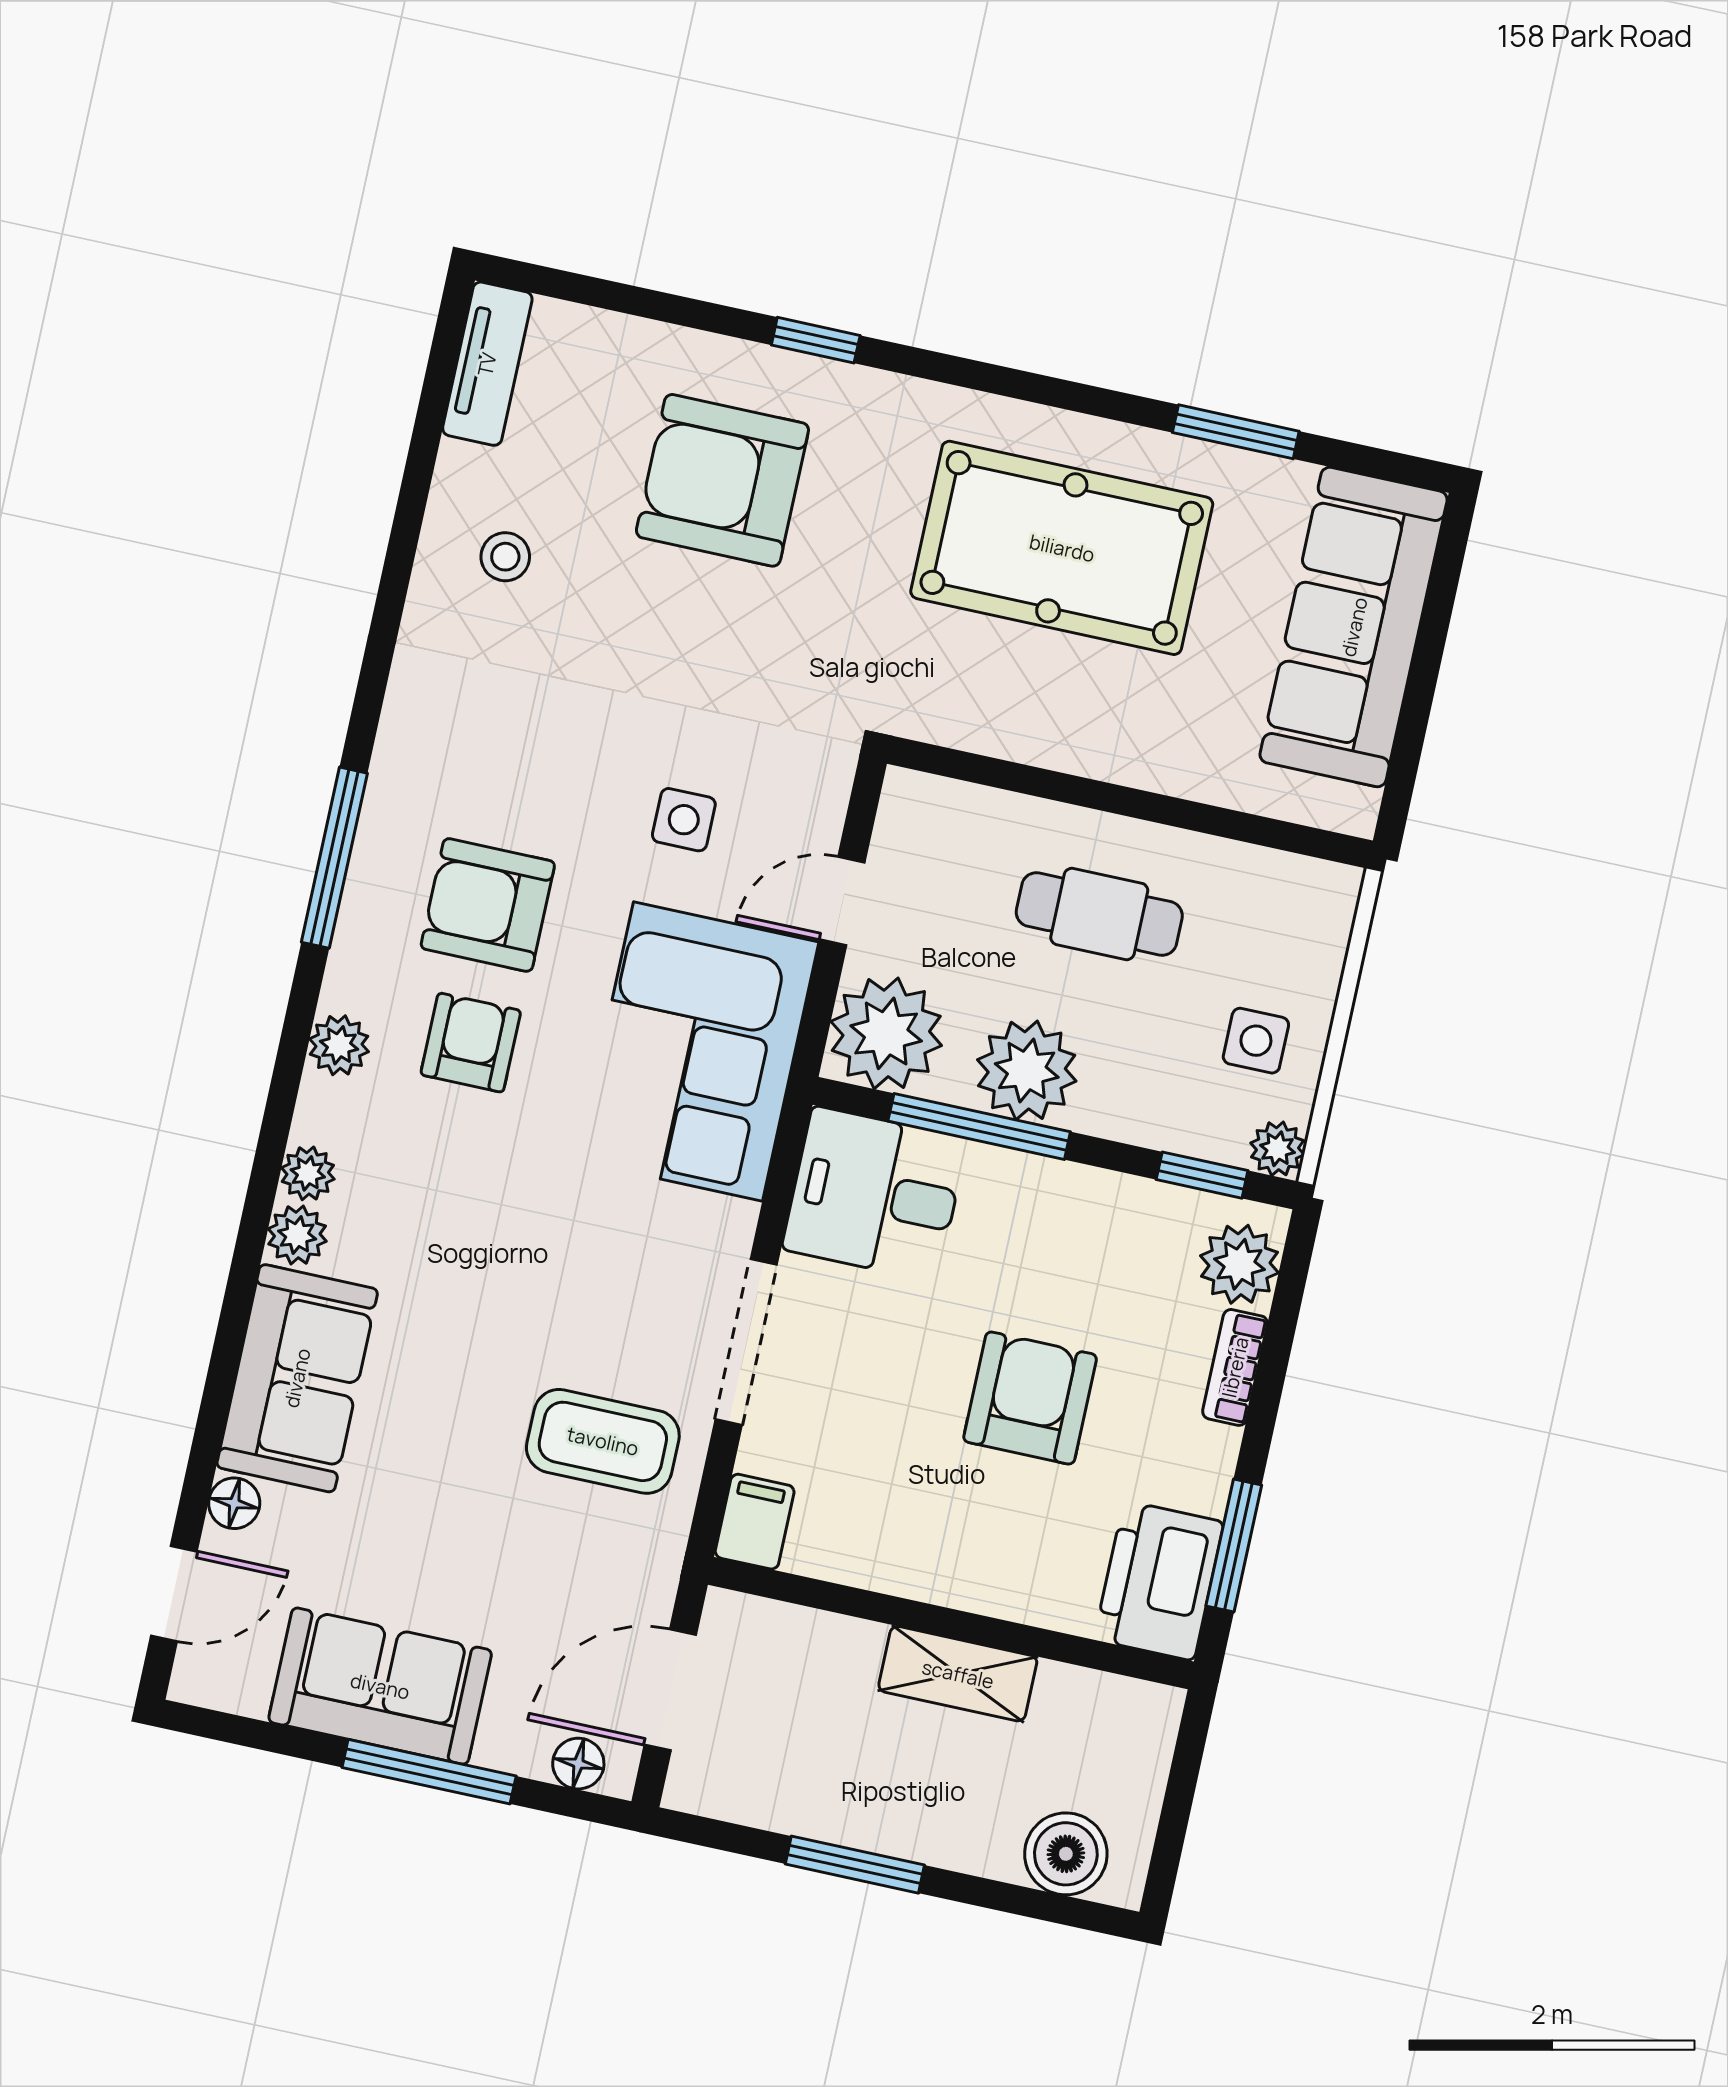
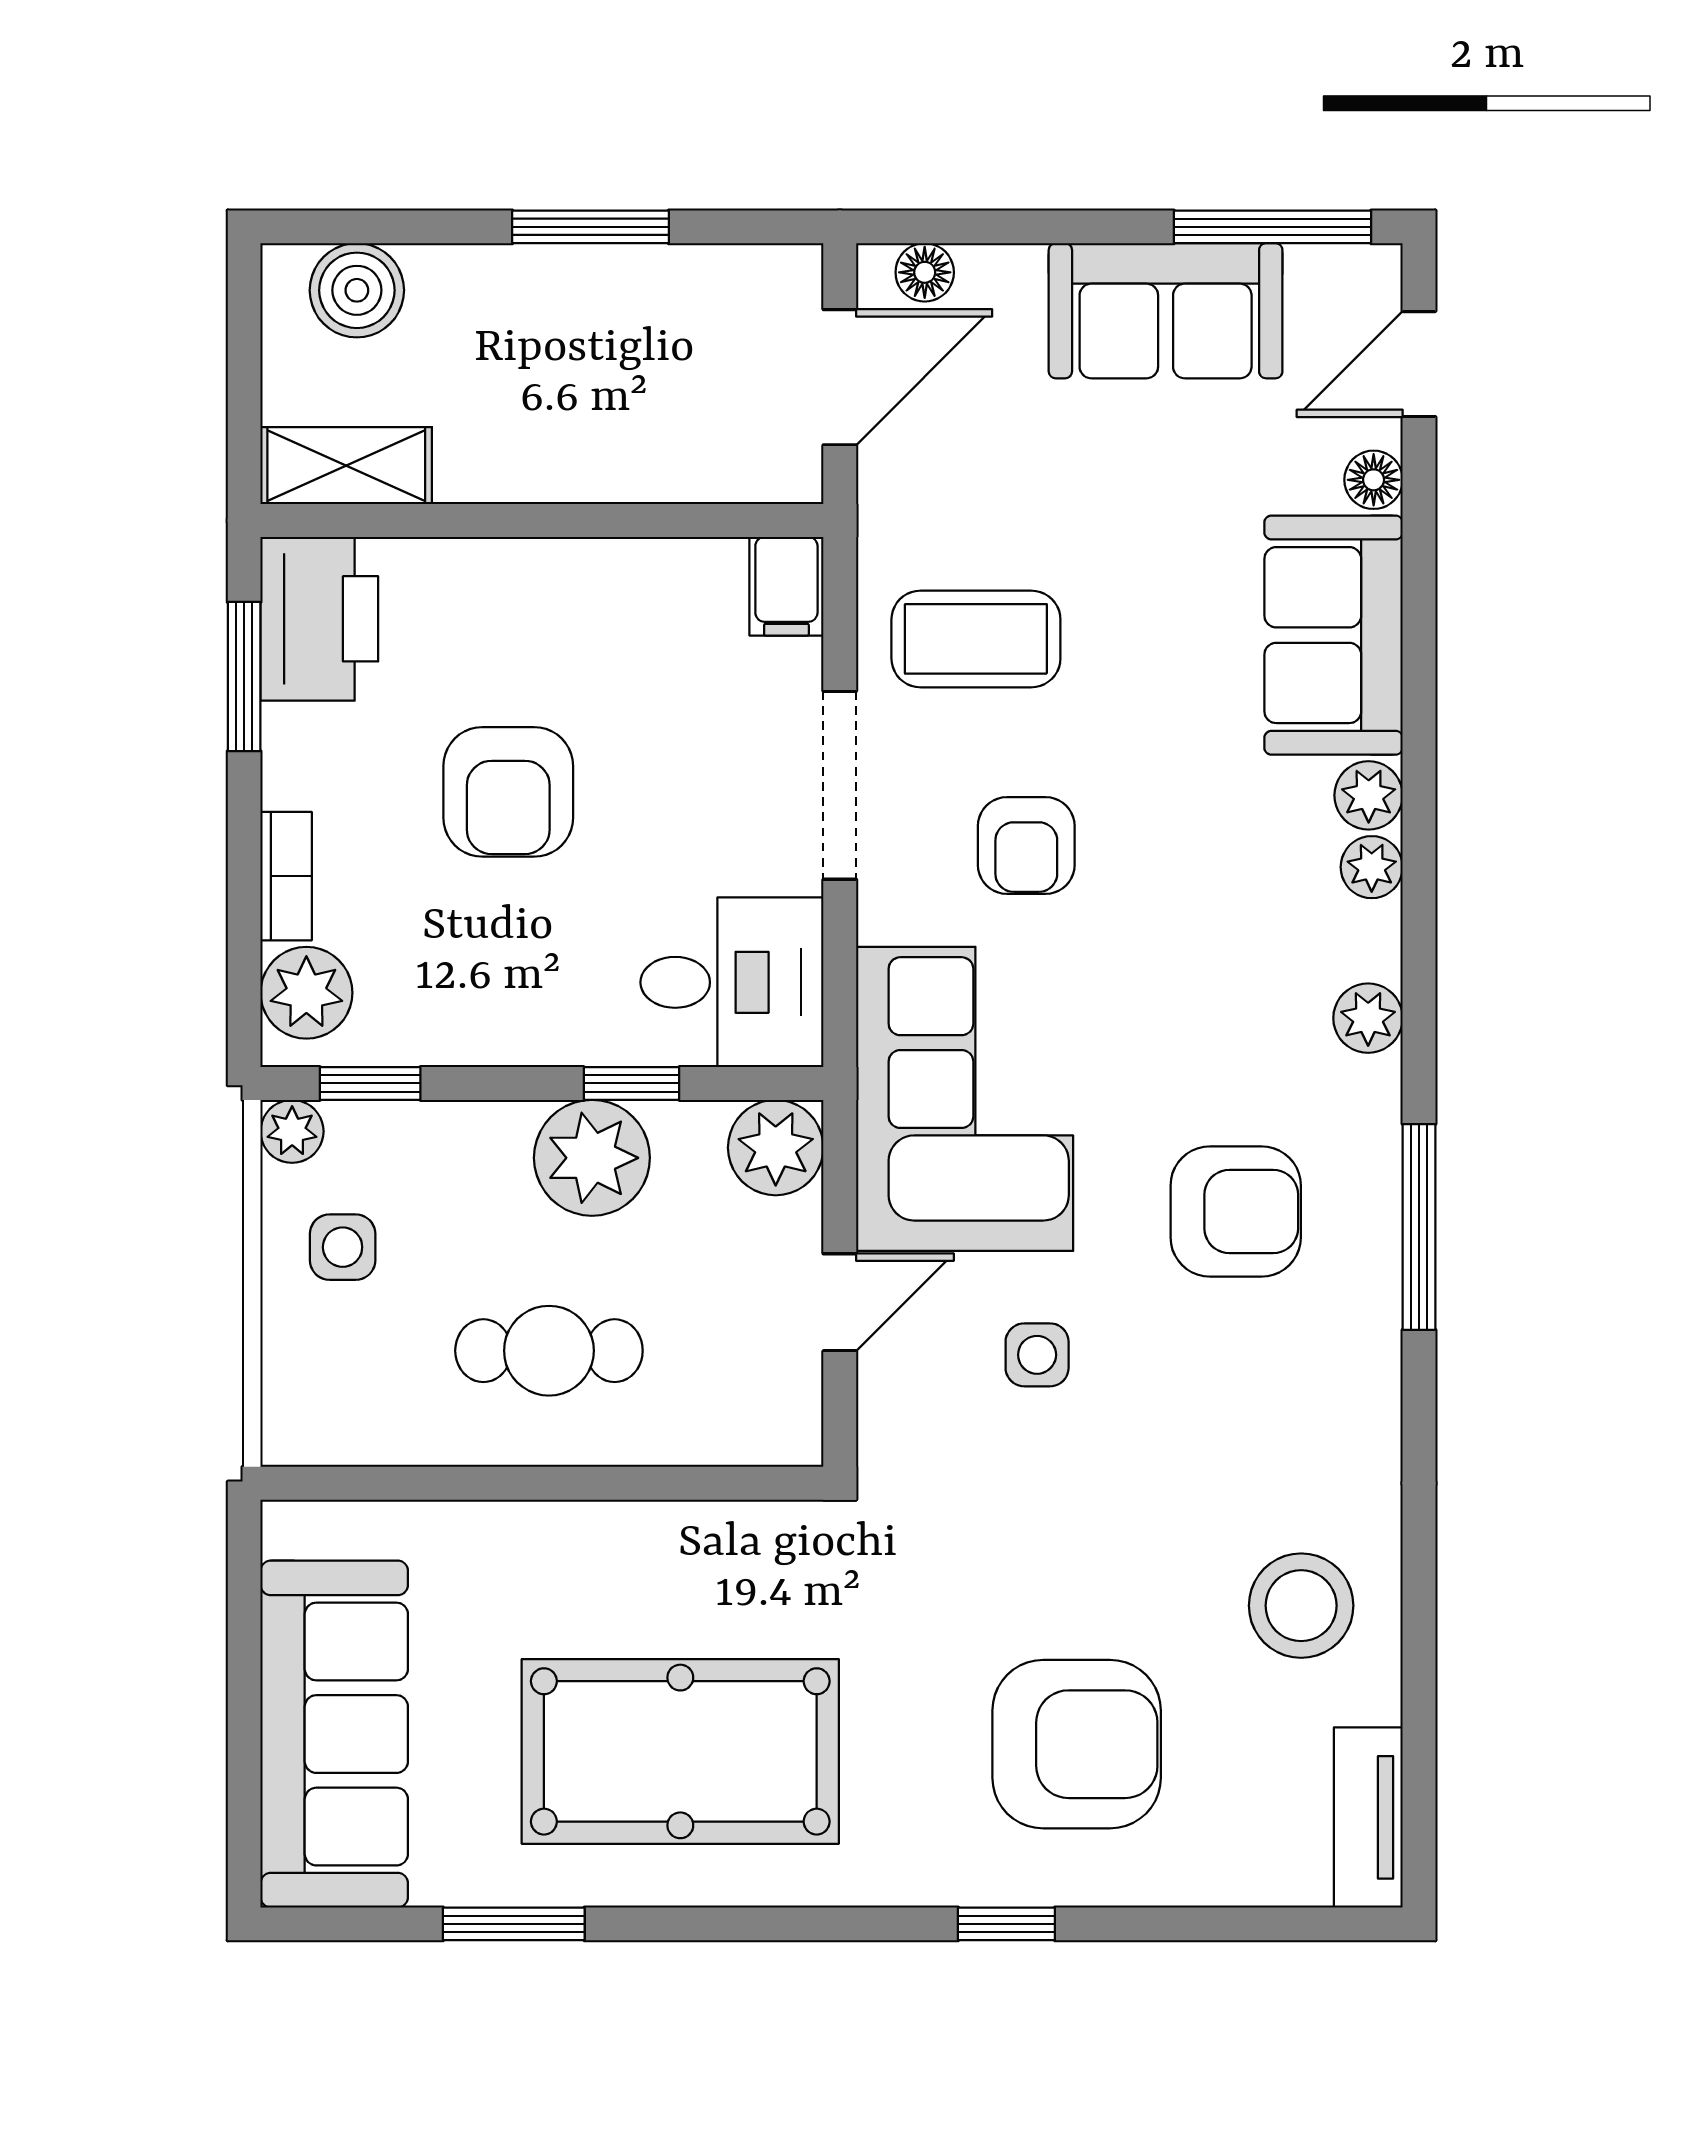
stool: (505, 557) -> (1301, 1606), width x1.89, depth x1.89
plant: (886, 1033) -> (776, 1148), width x0.73, depth x0.73
armchair: (471, 1043) -> (1026, 845), moved
window: (979, 1126) -> (631, 1083), width x0.46
shelving: (958, 1674) -> (346, 466), moved
window: (429, 1772) -> (1272, 227), moved

